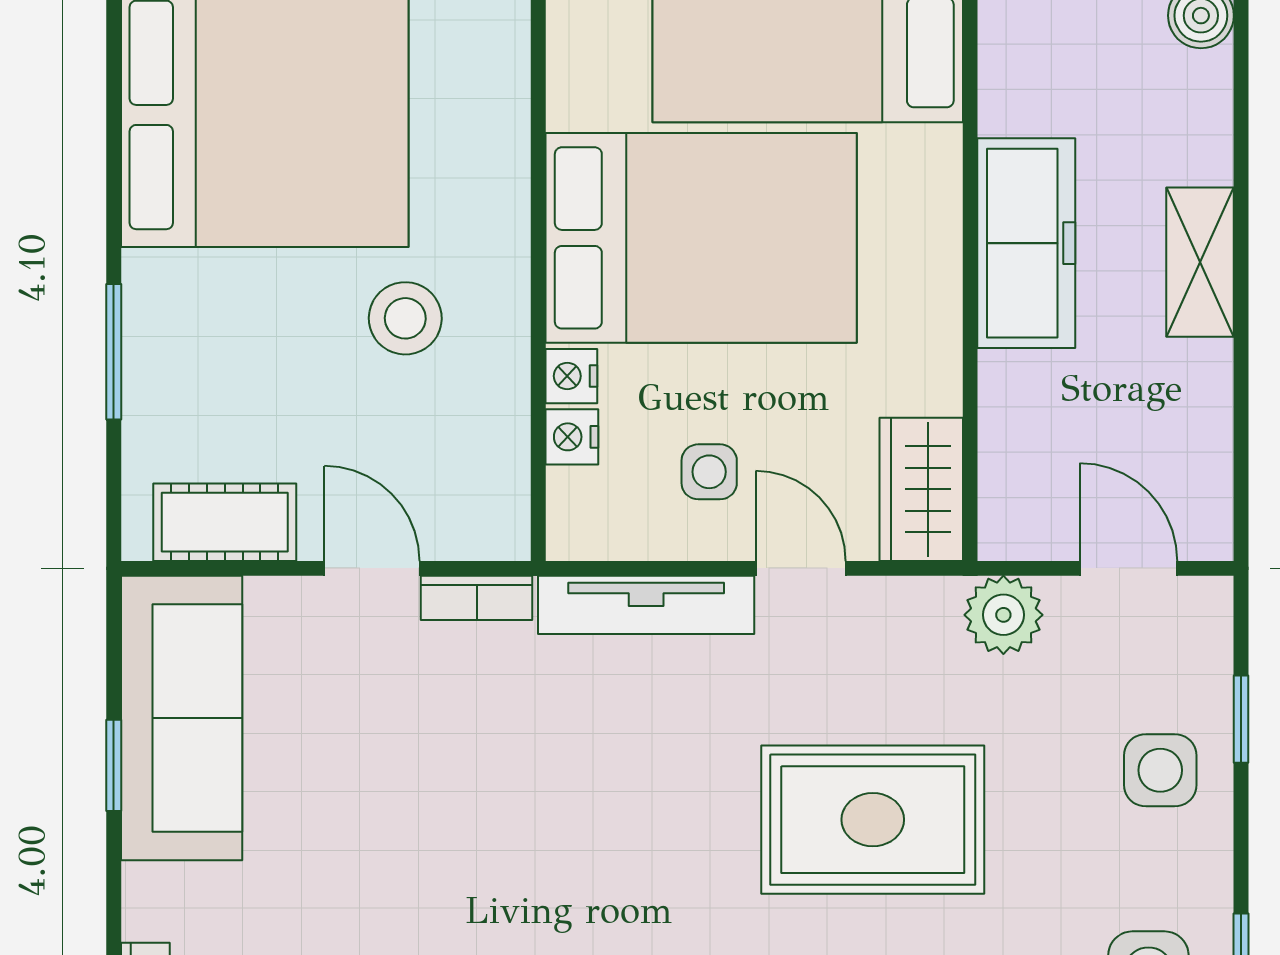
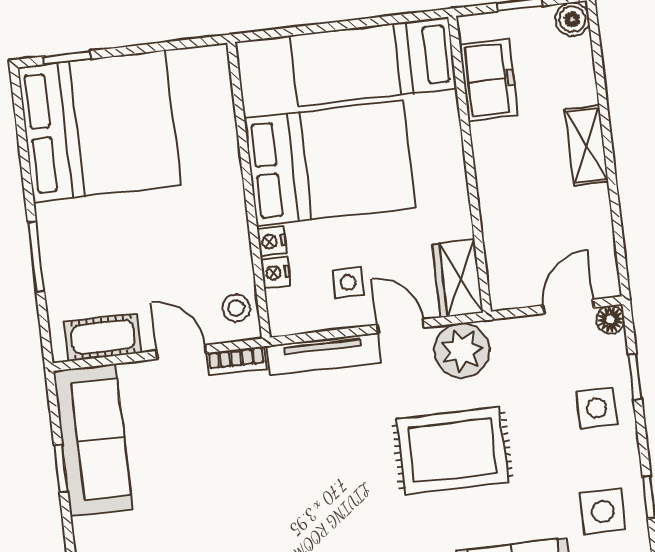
freezer: (1026, 243) -> (489, 80), moved, width x0.71
stool: (405, 318) -> (236, 308), moved, width x0.73, depth x0.73
door: (1128, 568) -> (568, 306), hinge flipped
floor lamp: (1206, 603) -> (610, 319), added
plant: (1003, 615) -> (462, 350), moved, width x1.36, depth x1.36

